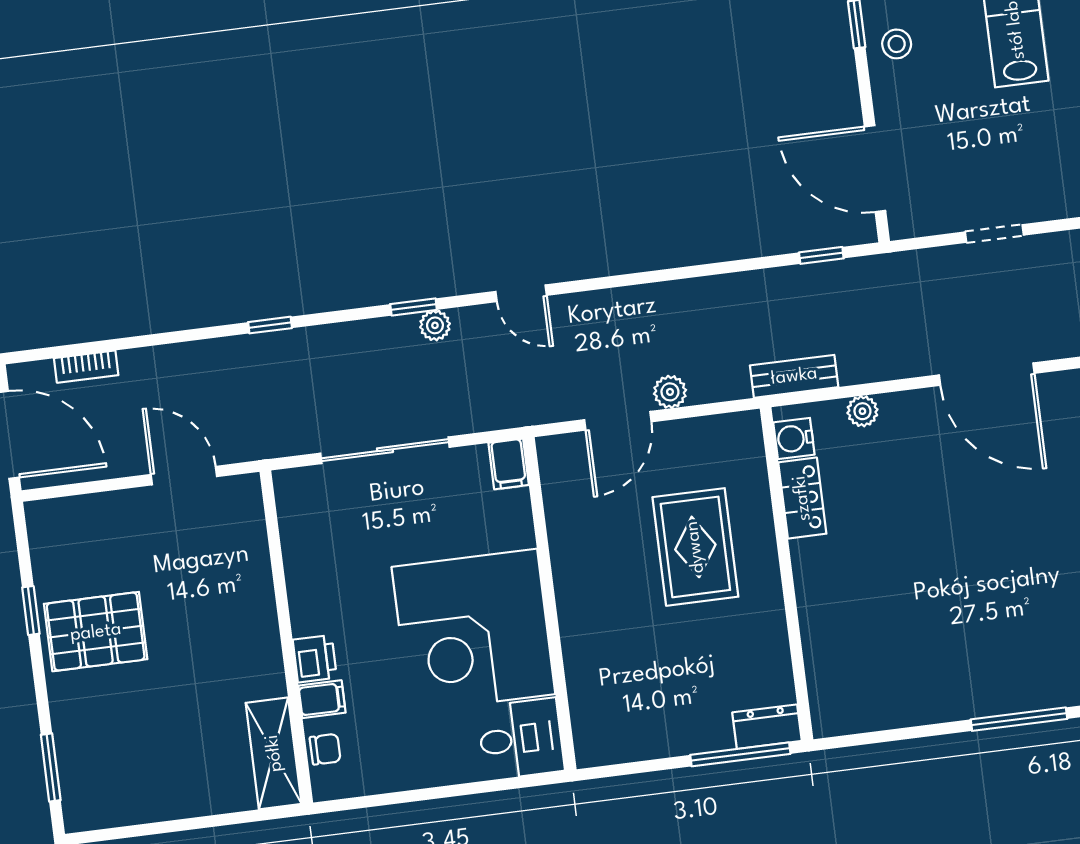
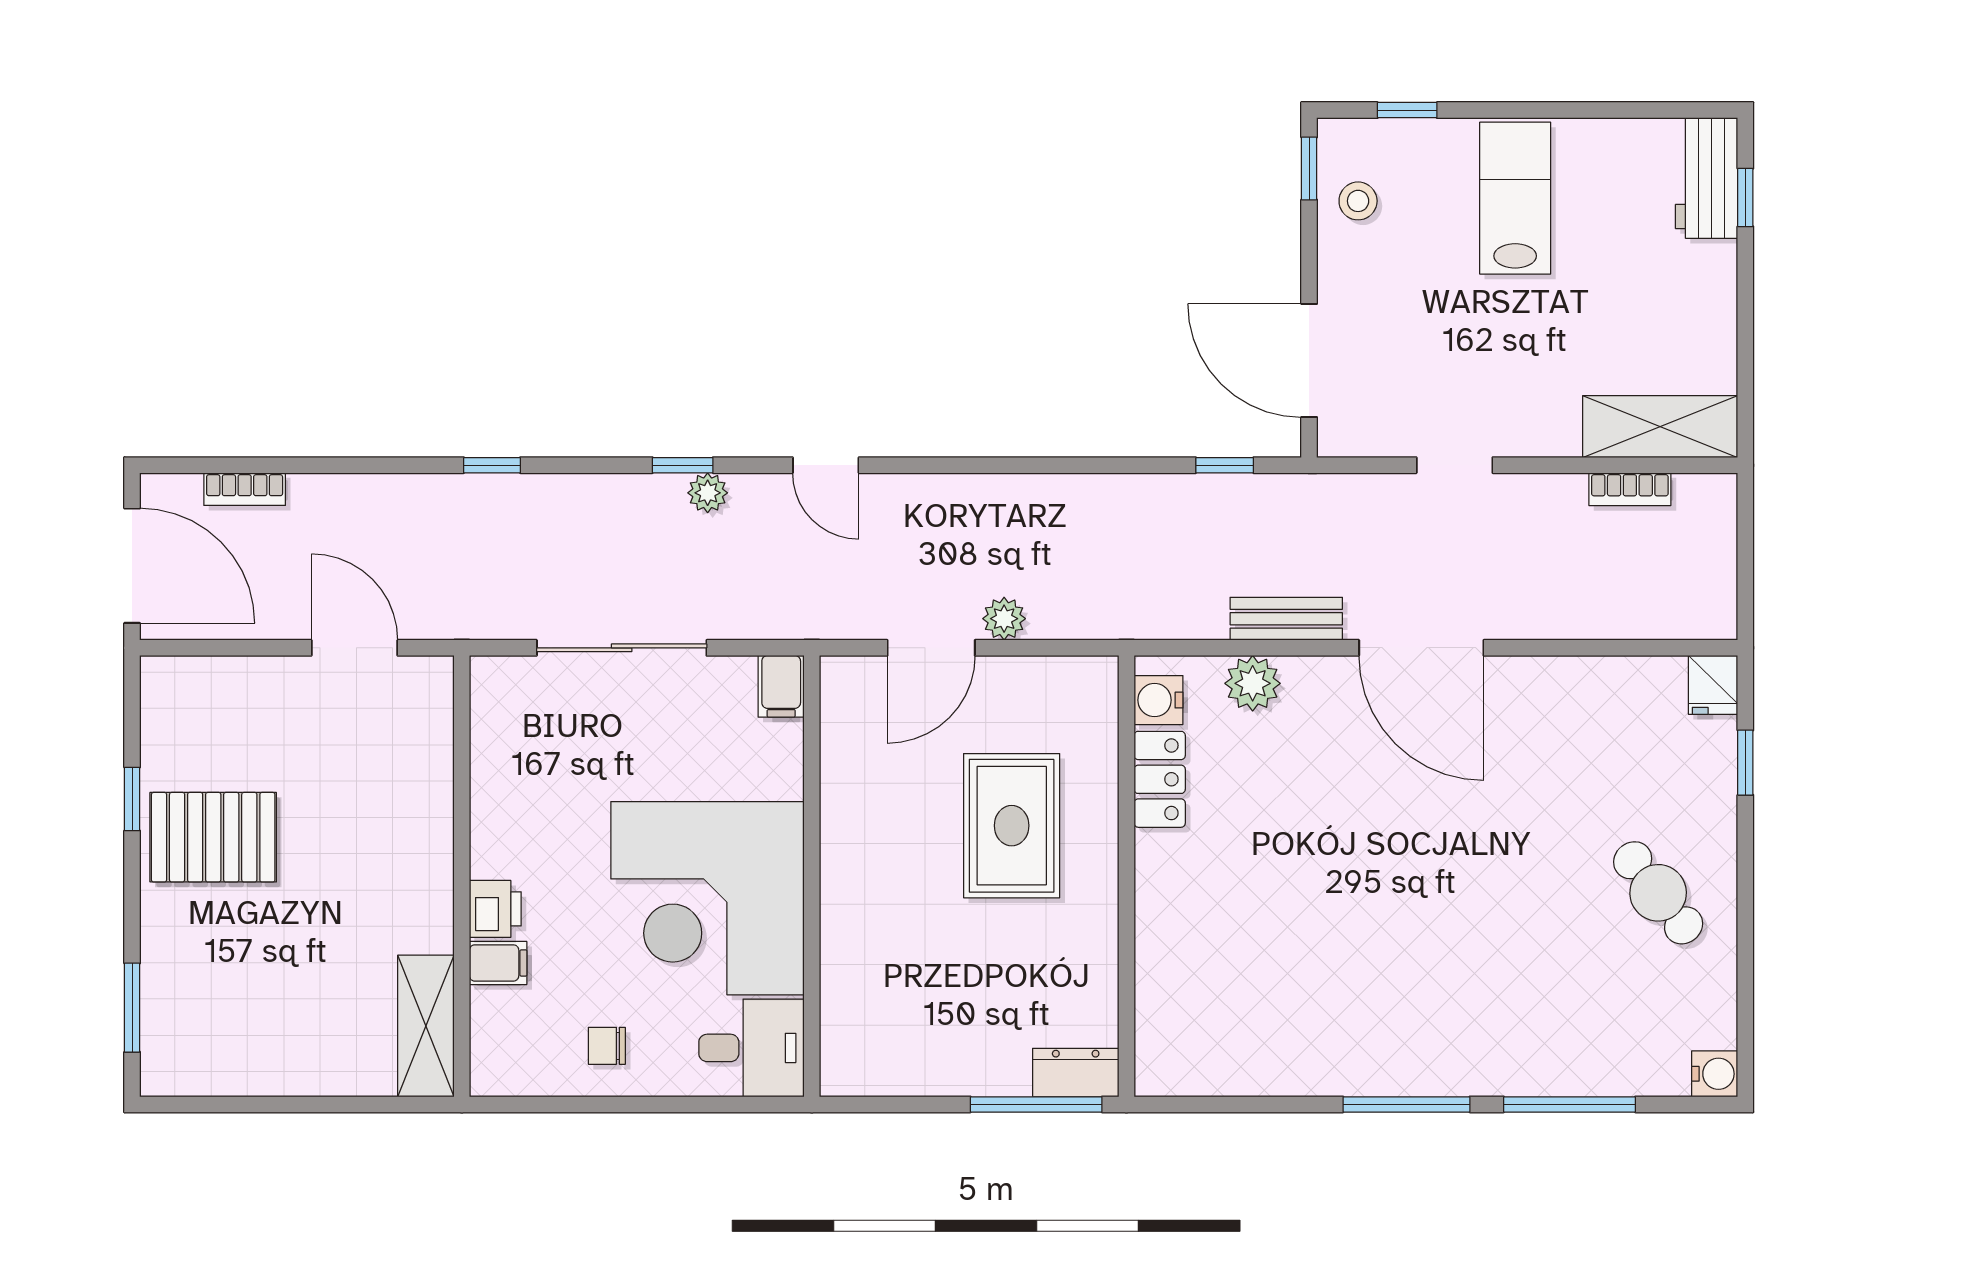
bench: (794, 376) -> (1286, 619), moved
plant: (862, 411) -> (1253, 683), width x1.38, depth x1.38
chair: (325, 749) -> (607, 1046), moved, turned 180

